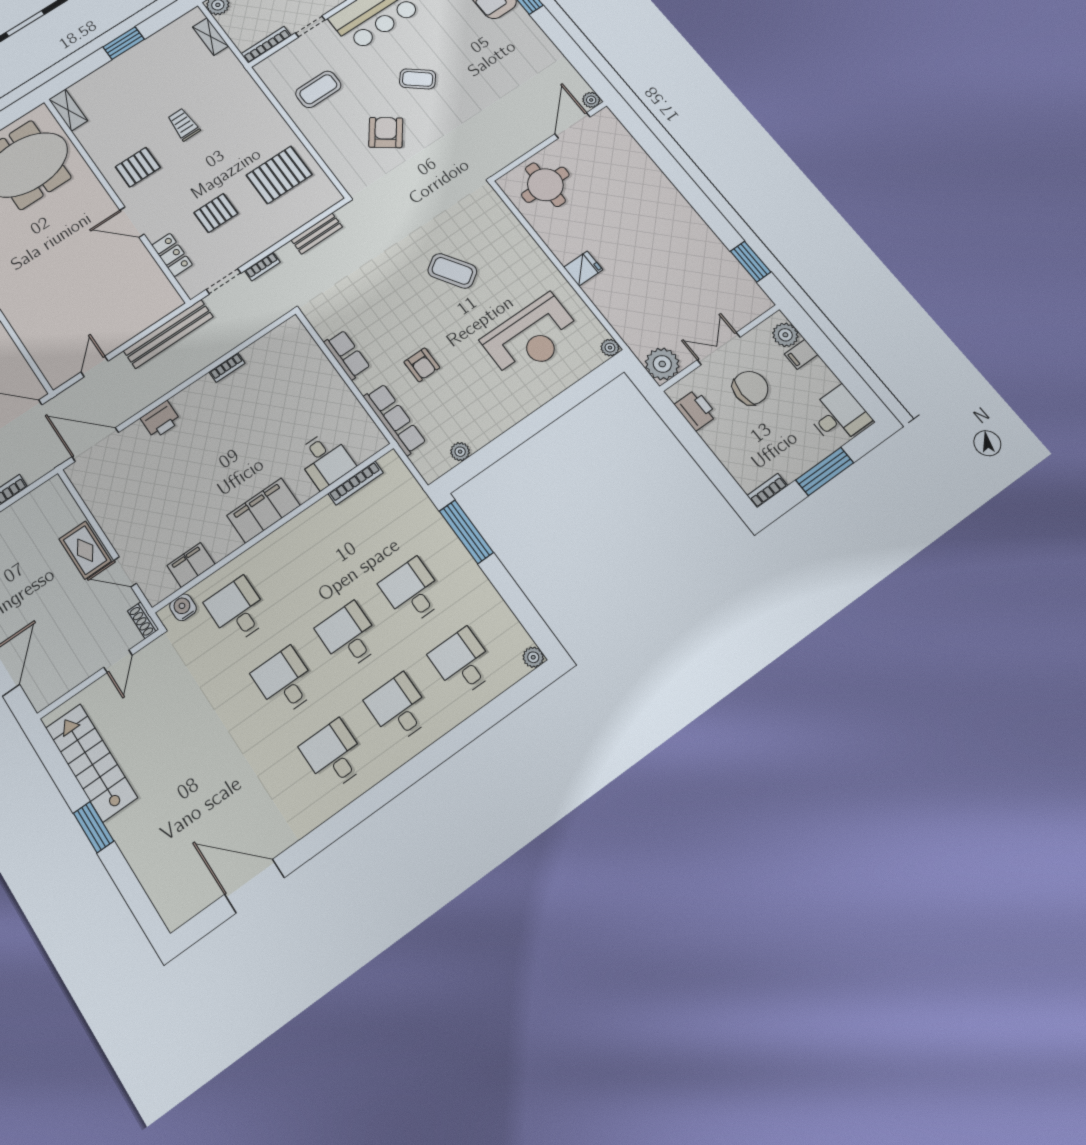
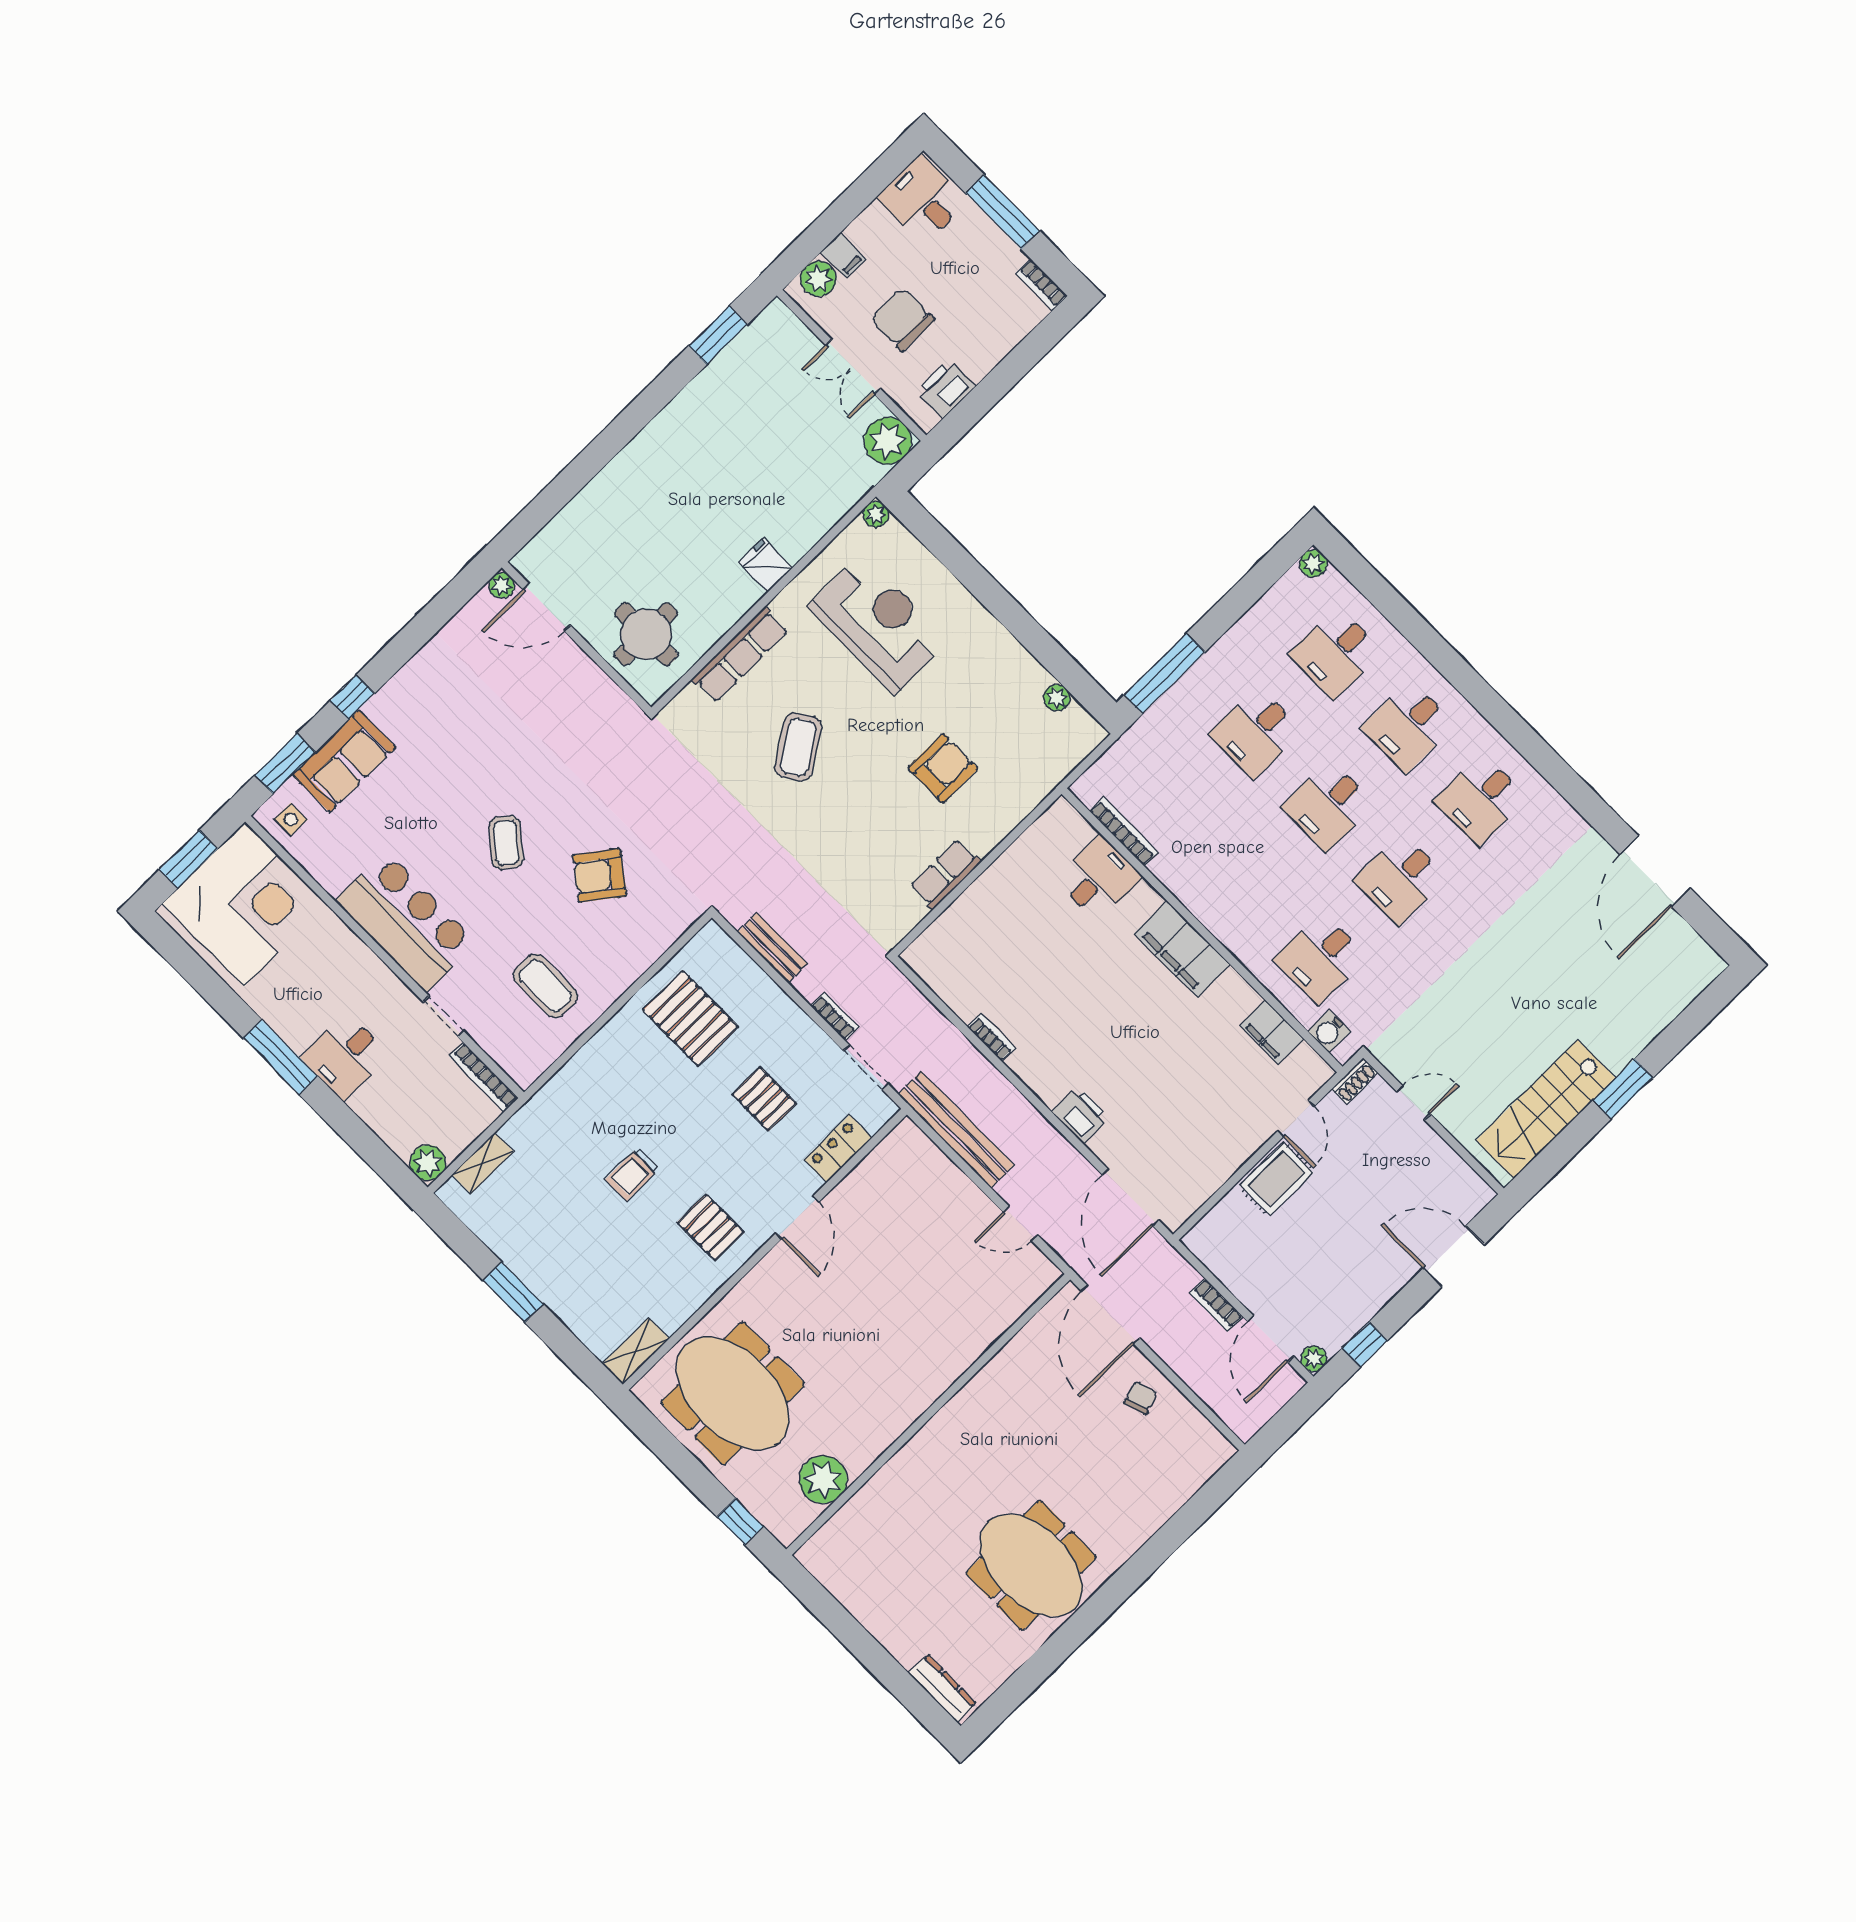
armchair: (422, 365) -> (943, 768), width x1.38, depth x1.38
row of seats: (395, 419) -> (740, 655), moved, turned 180

